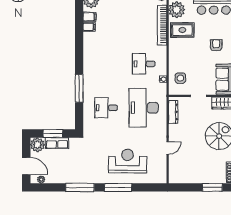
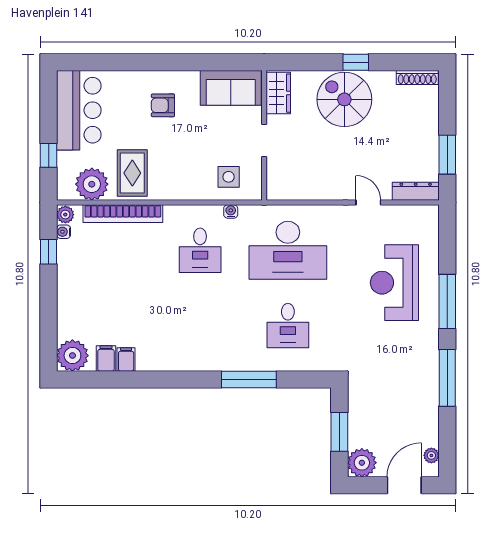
dresser: (173, 112) -> (416, 191), moved
row of seats: (57, 143) -> (359, 424), removed
window: (212, 187) -> (447, 155), moved

